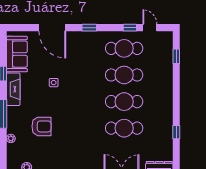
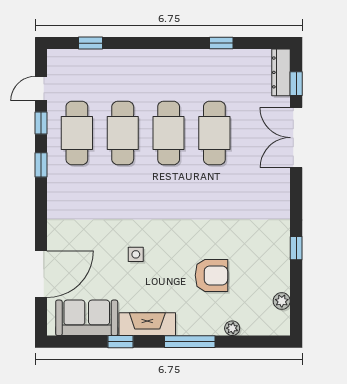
door: (52, 28) -> (41, 274), moved
window: (89, 28) -> (41, 165), moved
armchair: (41, 126) -> (211, 275), turned 90

